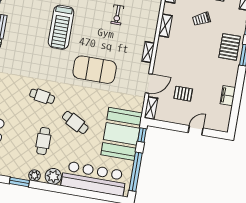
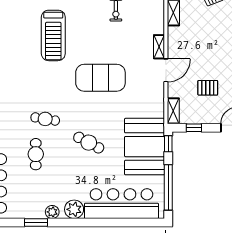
door: (149, 83) -> (166, 70), moved
window: (166, 125) -> (194, 128), added
cafe table: (43, 141) -> (36, 154), moved

